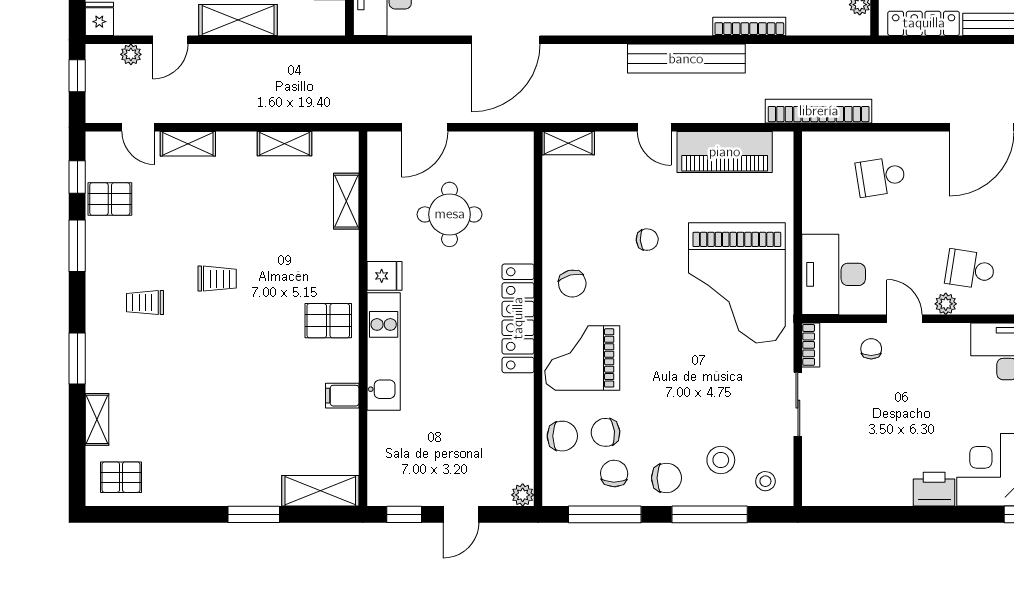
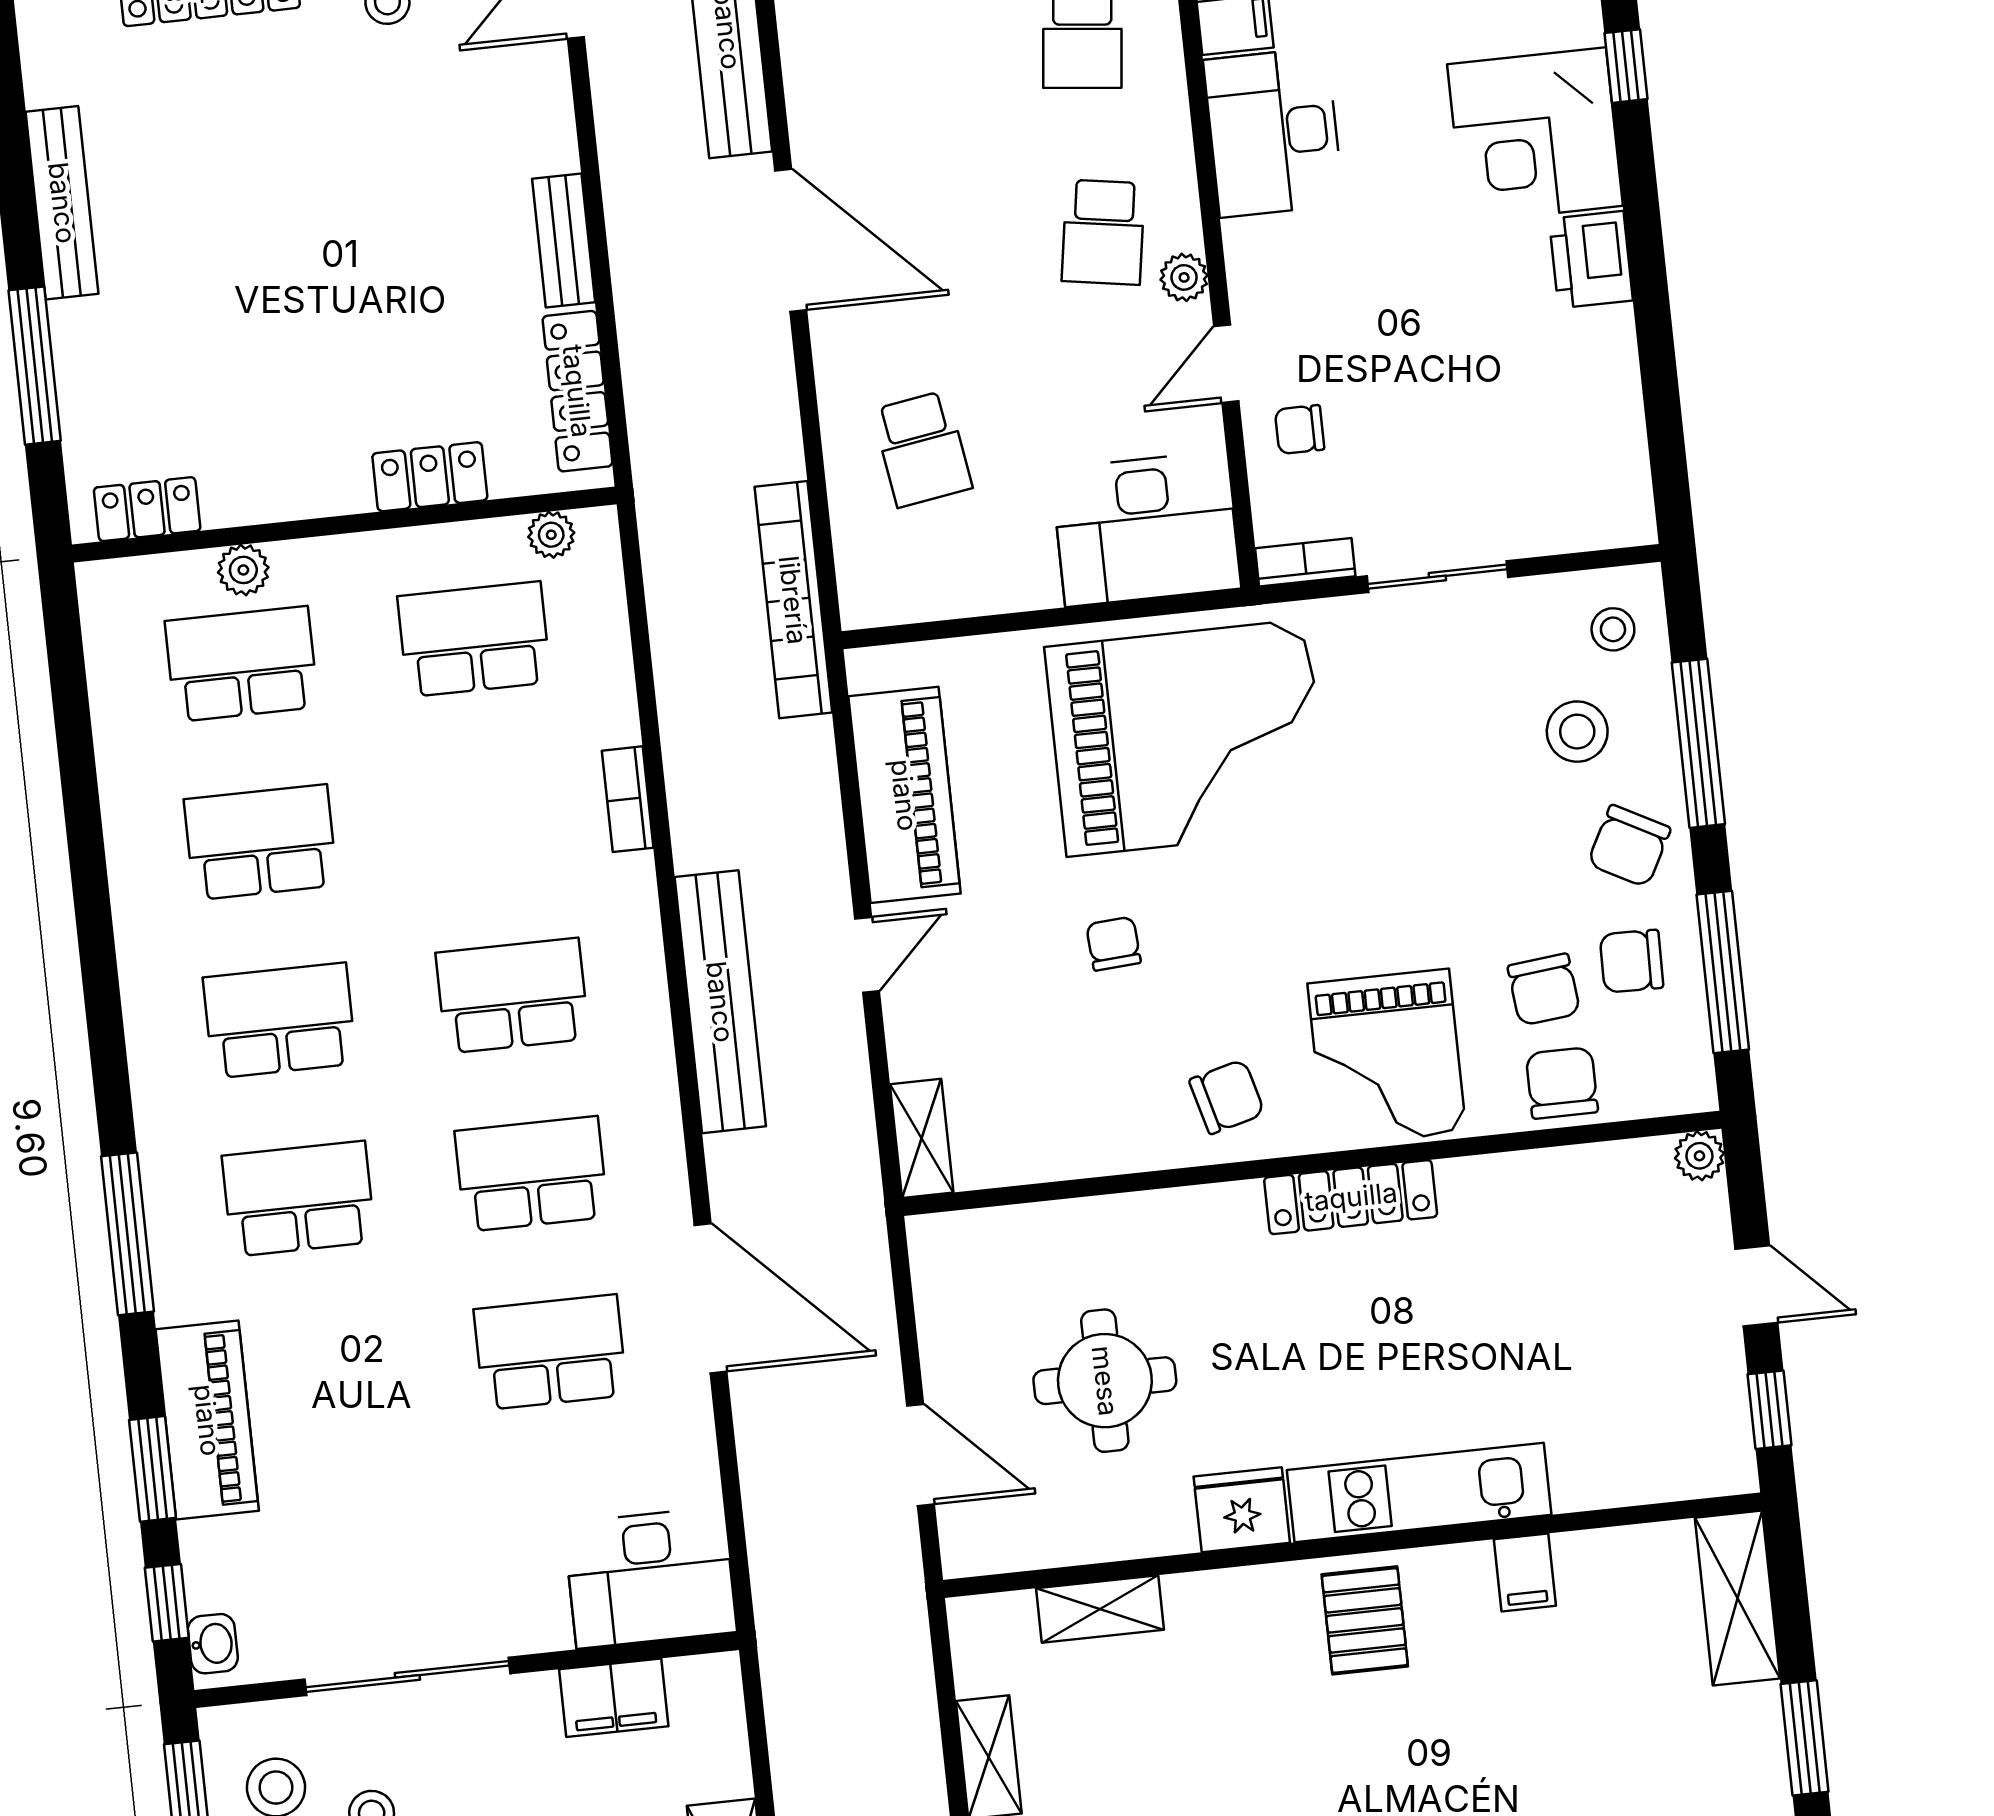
bookcase: (749, 26) -> (628, 799), width x0.64
bench: (686, 59) -> (720, 1002), moved
fridge: (384, 276) -> (1242, 1510), width x1.38
locker: (518, 318) -> (1351, 1197), width x0.71, depth x0.83
chair: (666, 478) -> (1629, 846), turned -152

